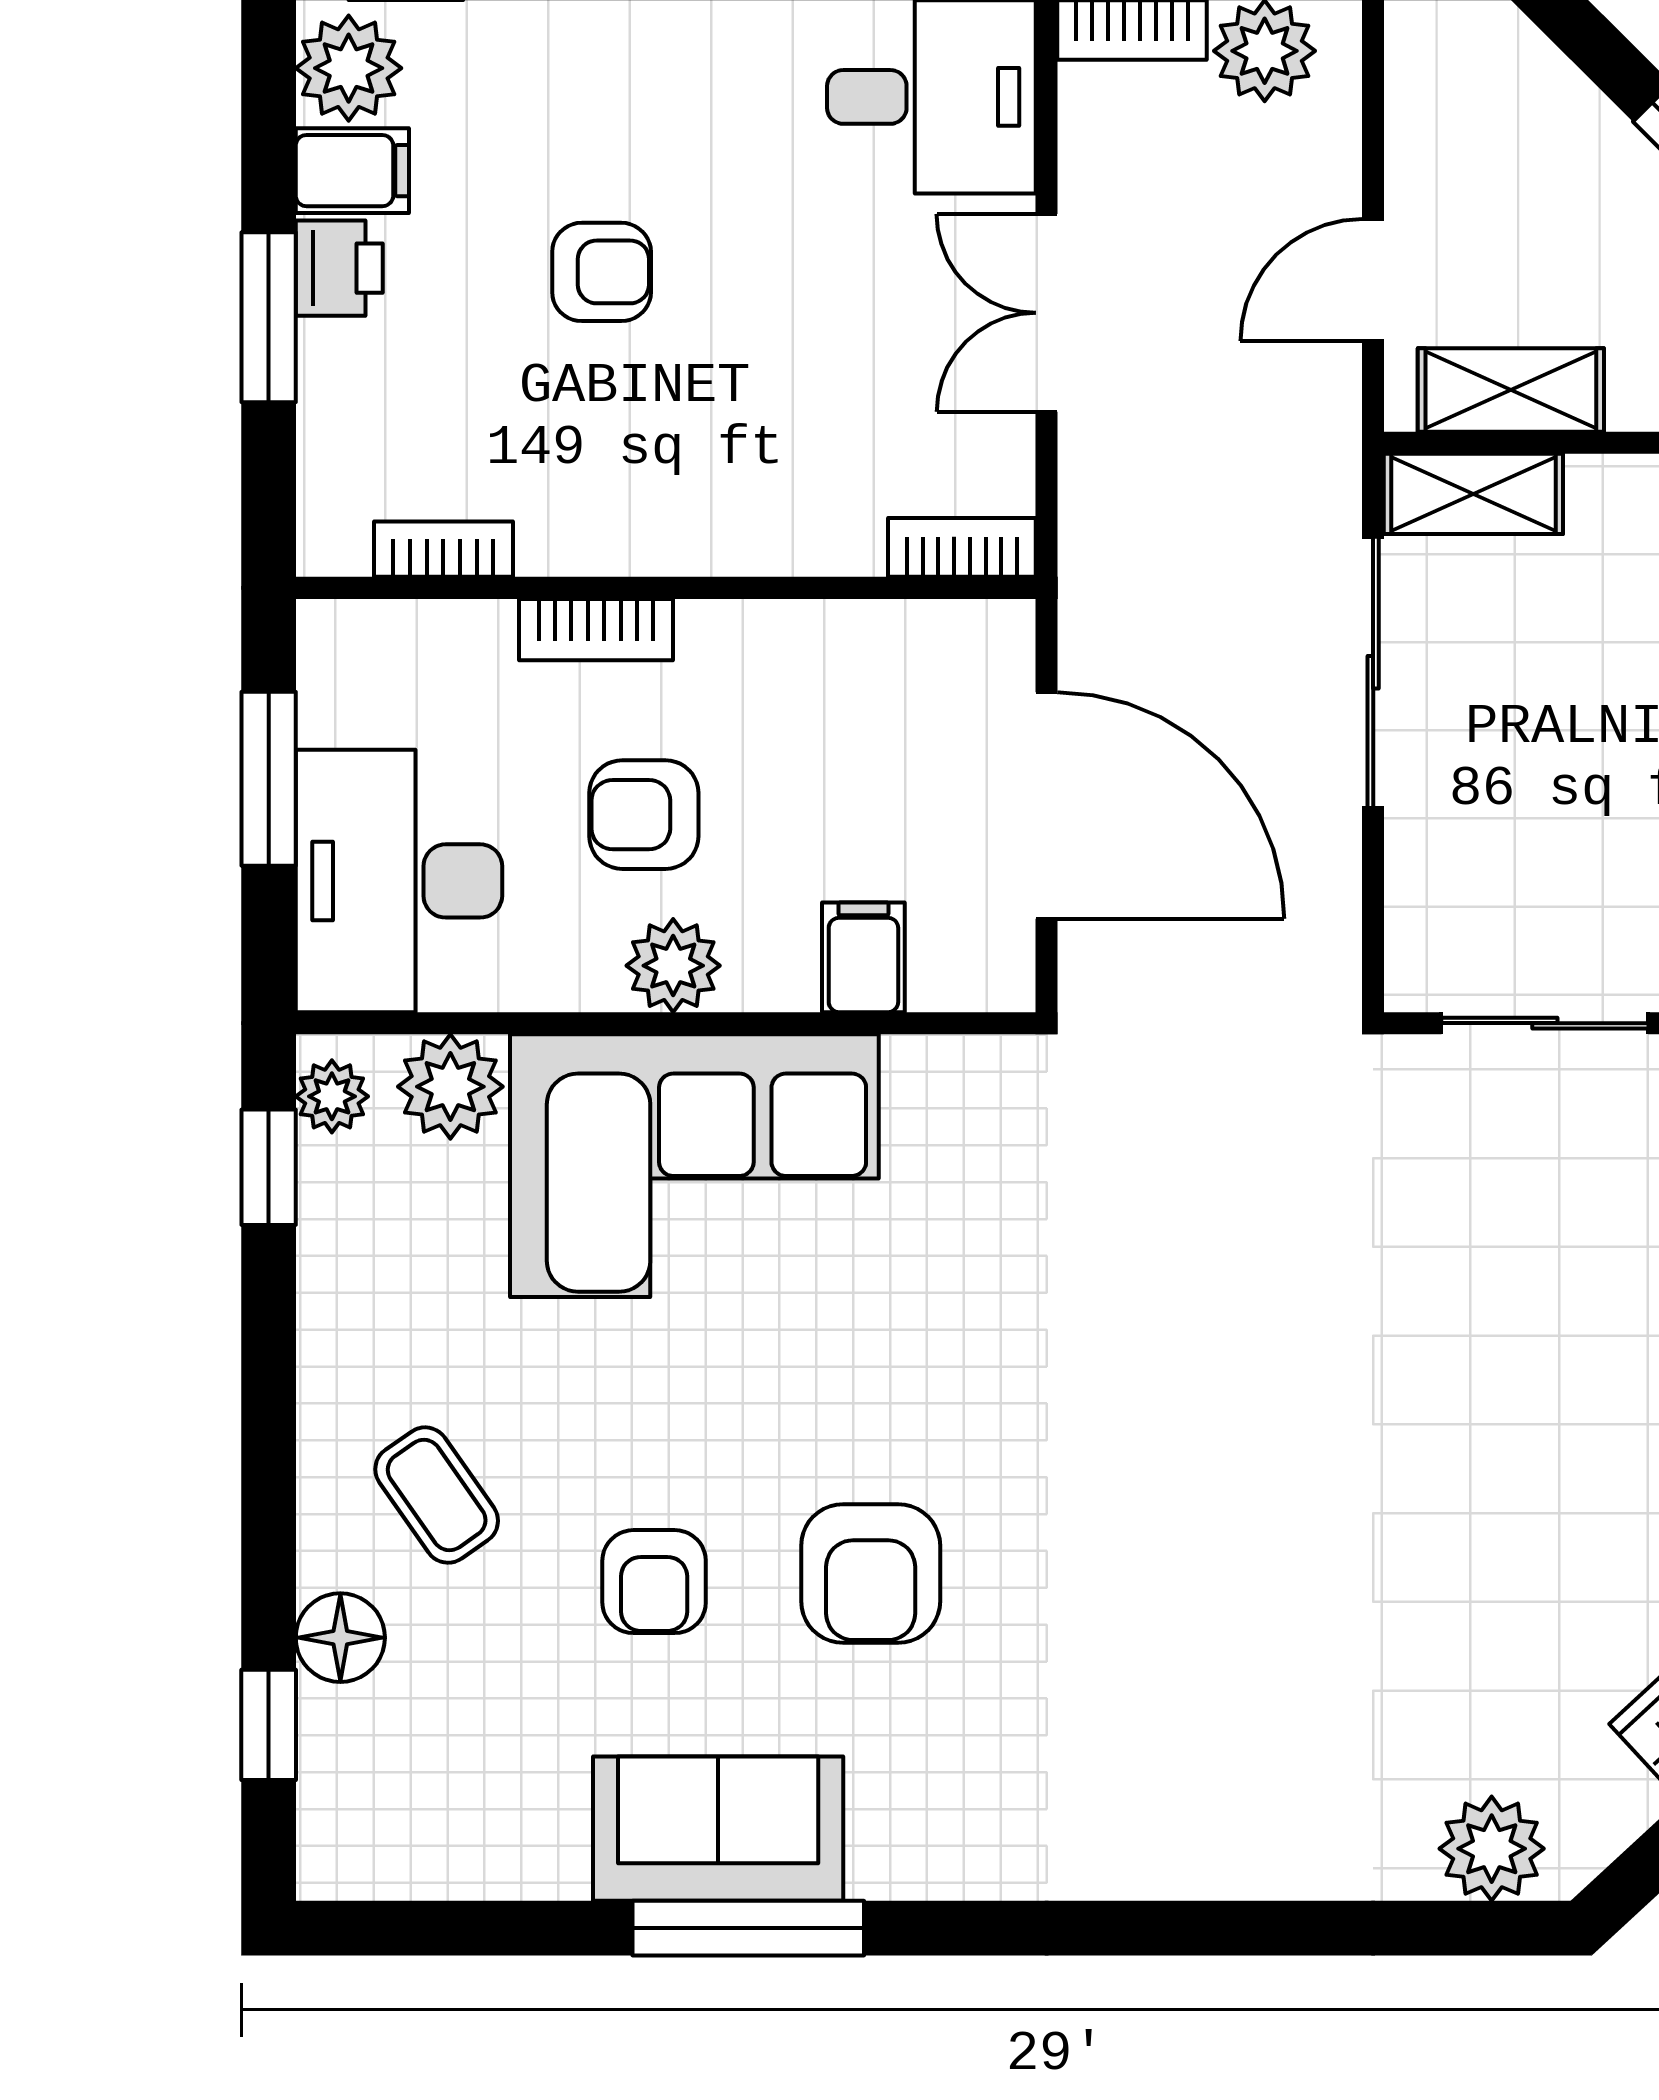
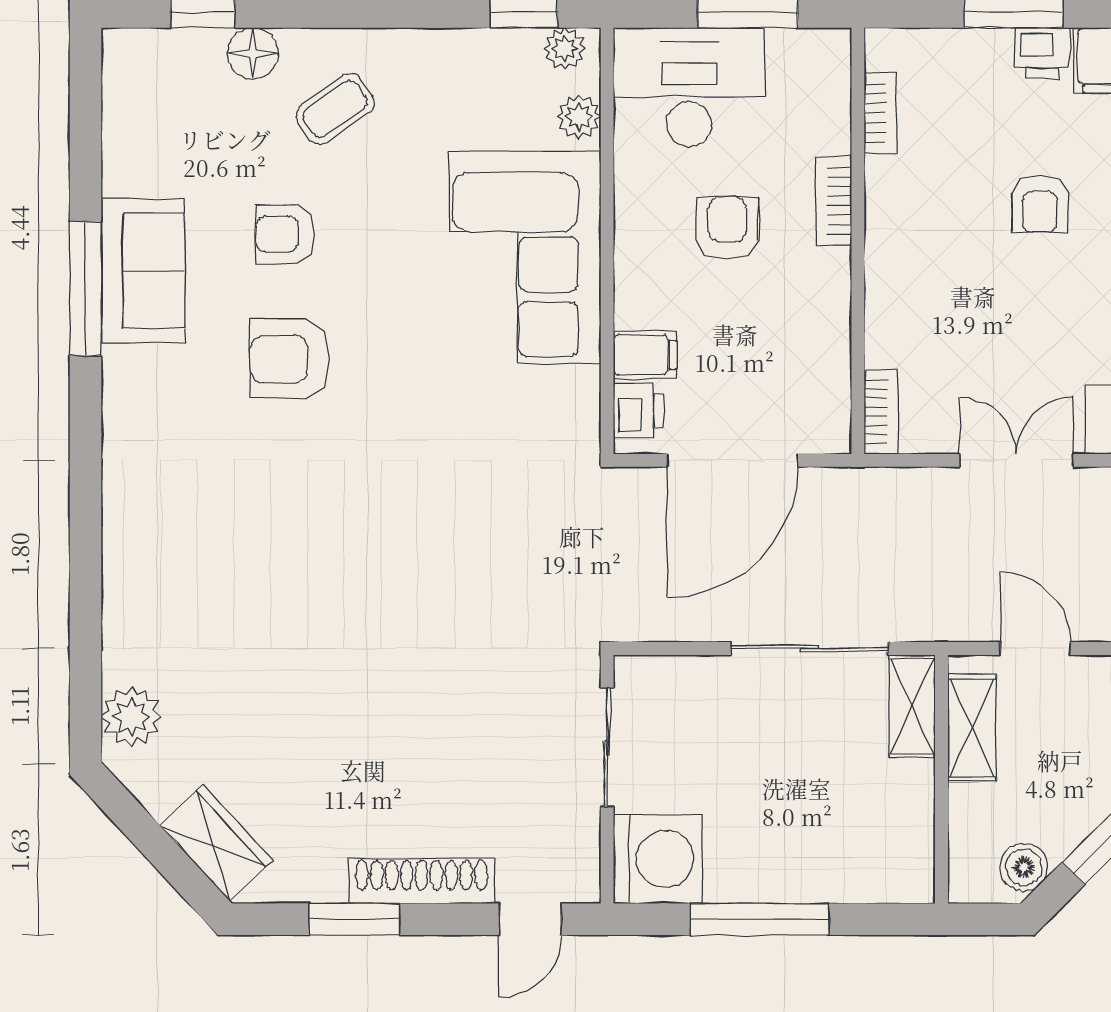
plant: (673, 966) -> (640, 245), removed
printer: (960, 969) -> (638, 410), added
plant: (450, 1087) -> (579, 117), width x0.73, depth x0.73

